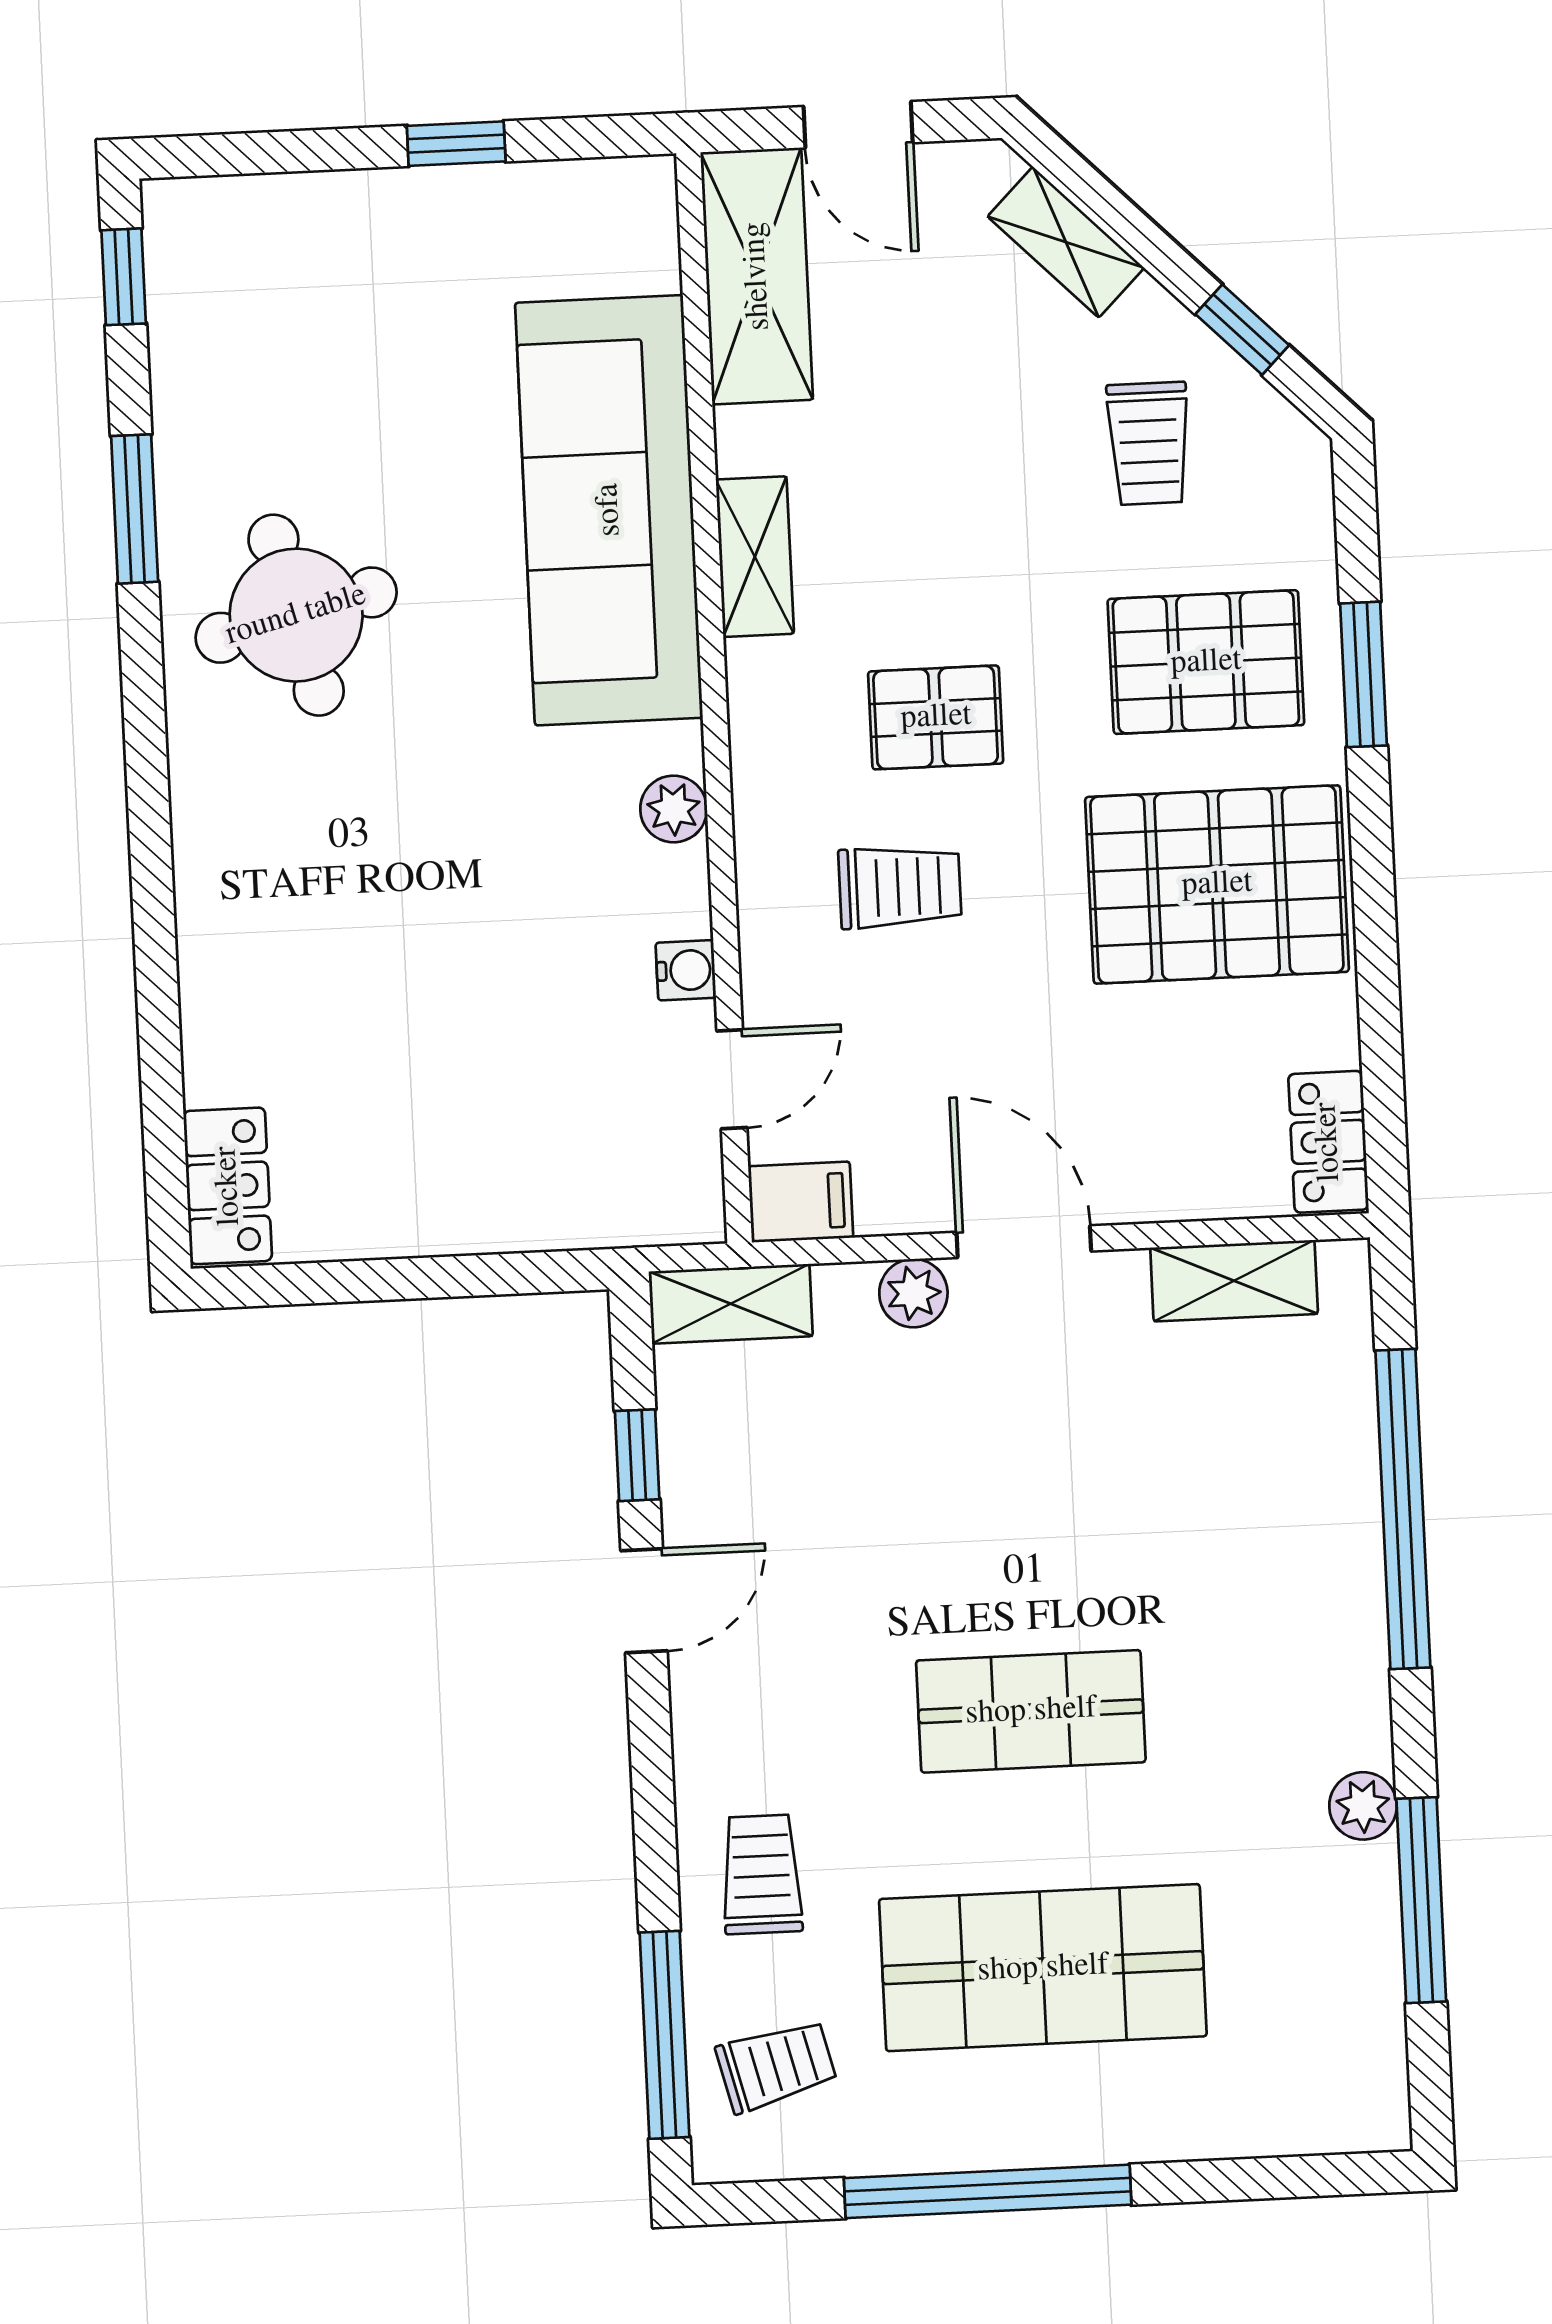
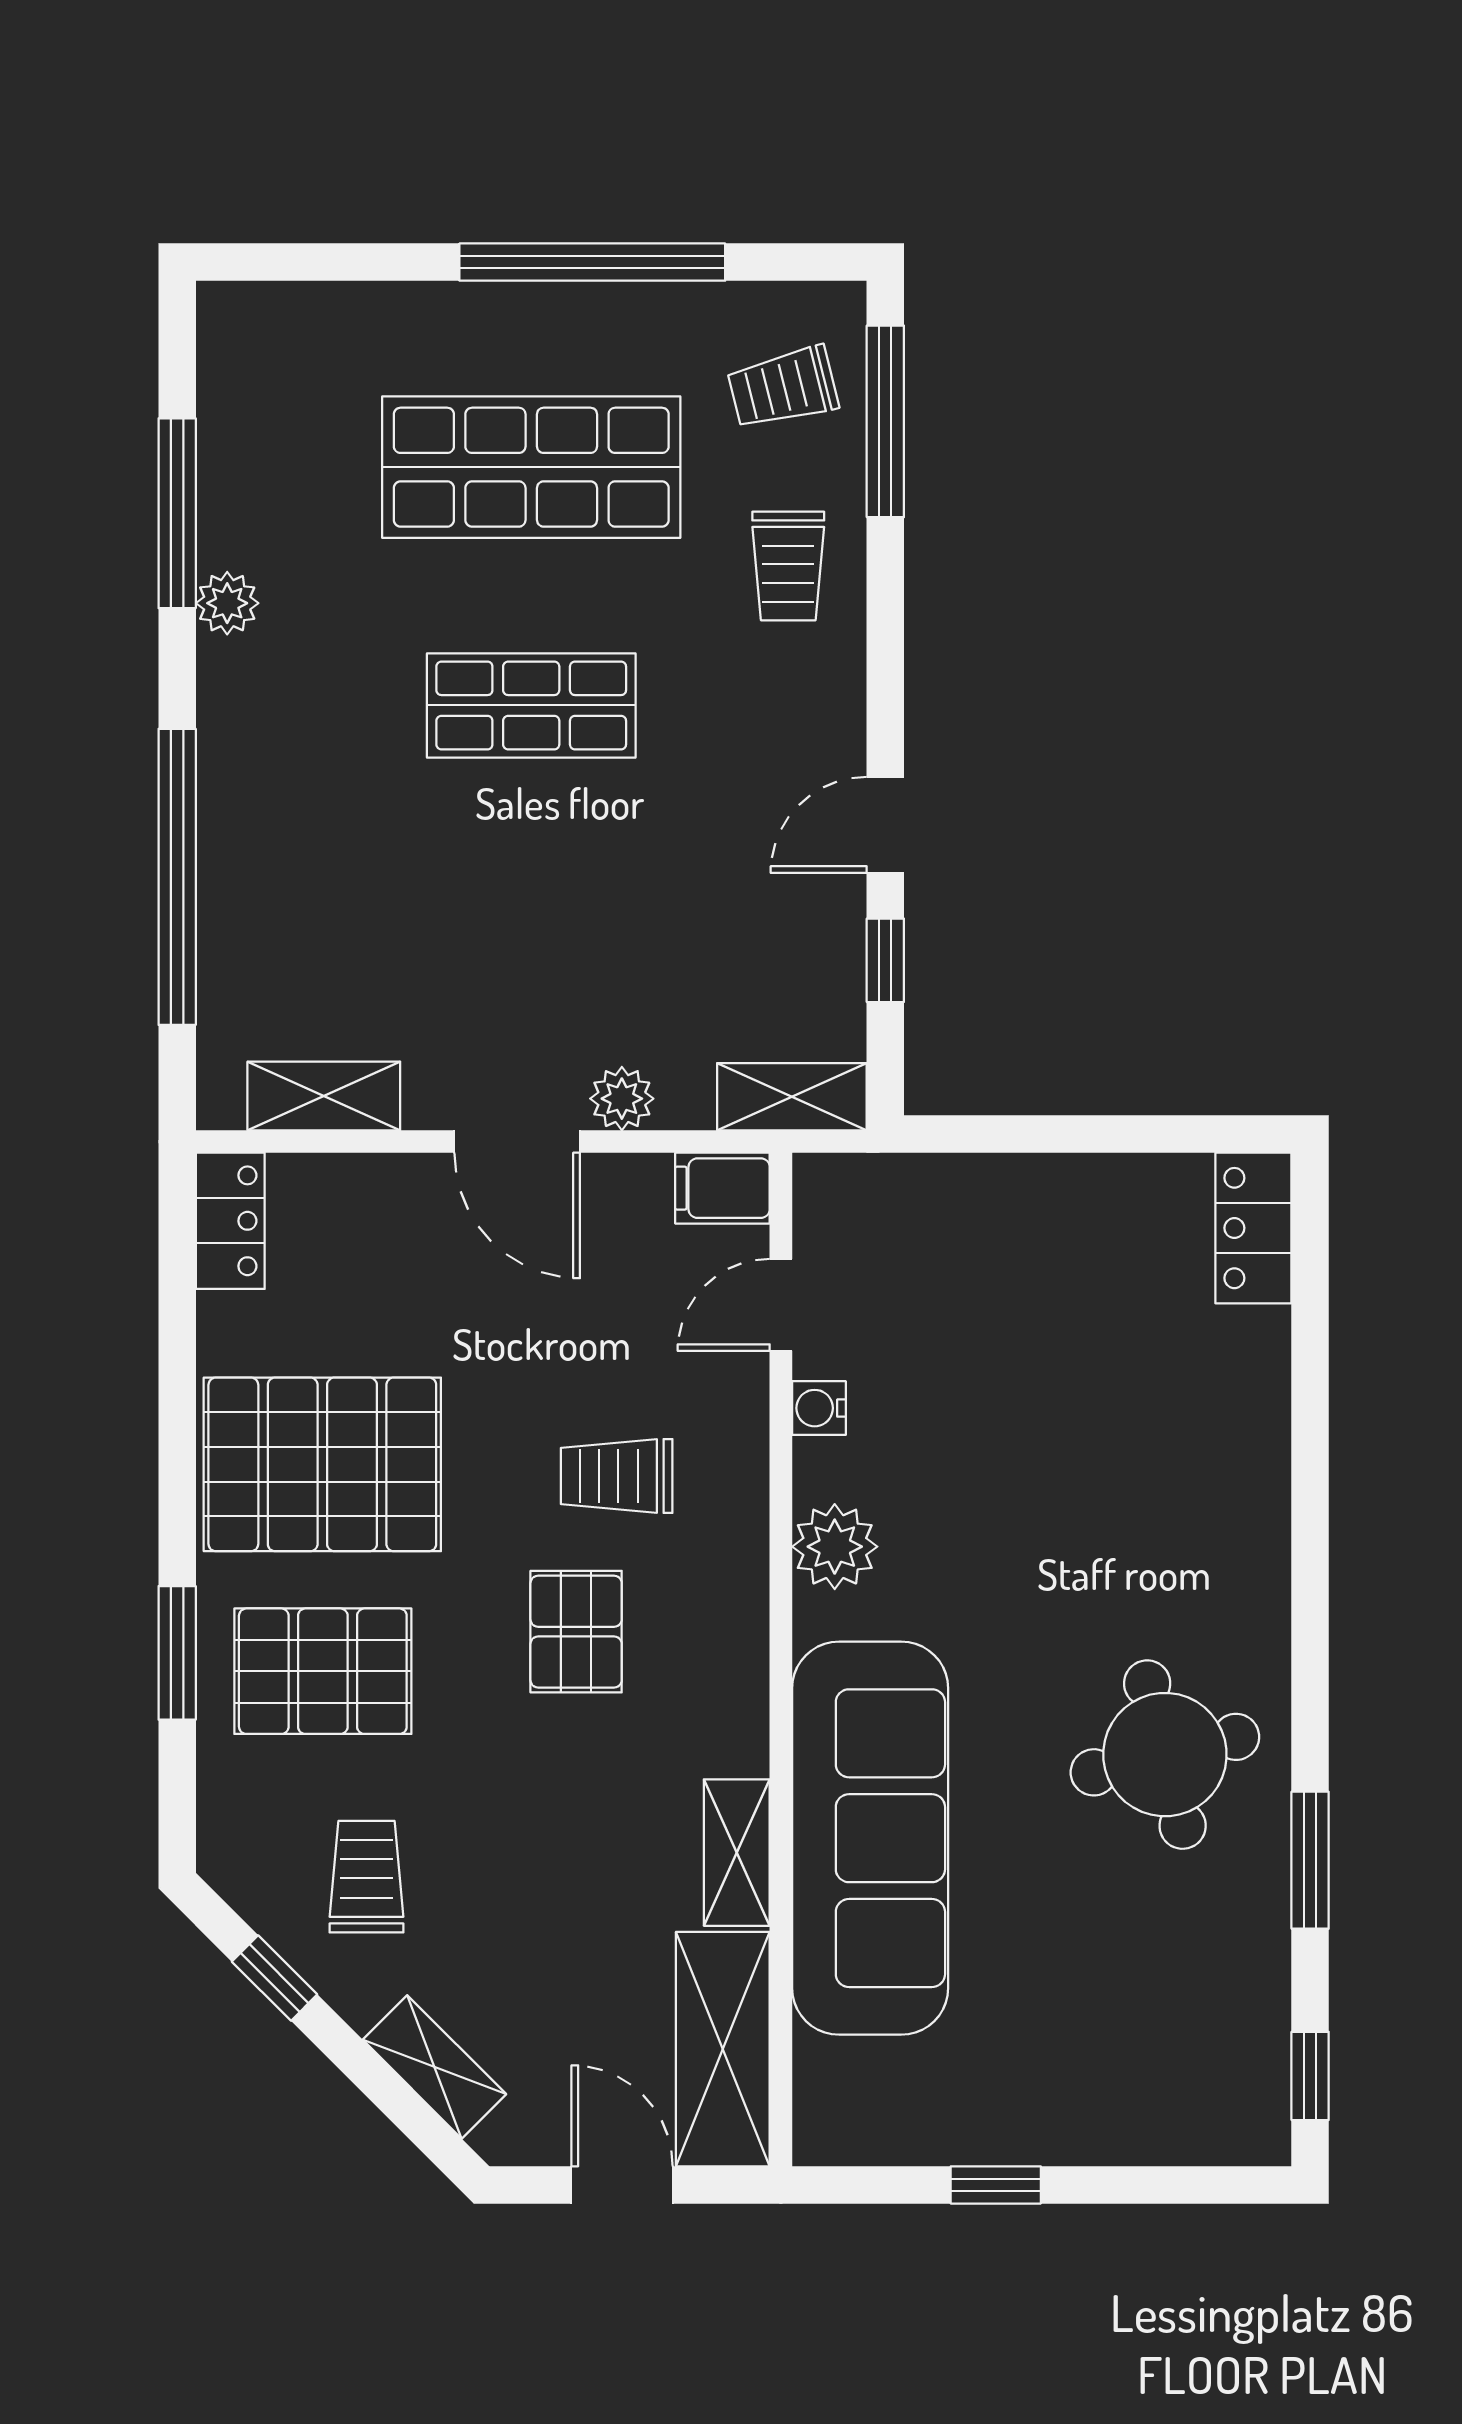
shelving: (755, 557) -> (737, 1853), moved
pallet: (936, 717) -> (576, 1632), turned 90
plant: (674, 809) -> (835, 1547), width x1.38, depth x1.38

